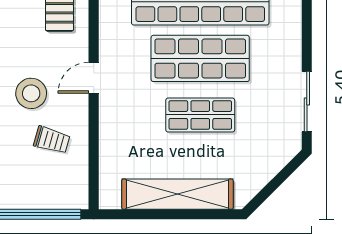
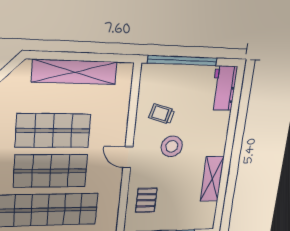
door: (94, 78) -> (128, 157), swing flipped
shop shelf: (200, 115) -> (53, 131), width x1.43, depth x1.36

